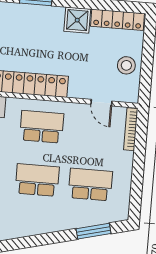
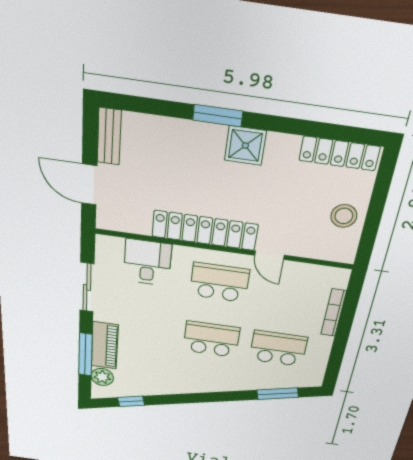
shower: (77, 20) -> (245, 146), moved
door: (101, 103) -> (269, 255), moved
bookcase: (131, 129) -> (334, 313), moved

